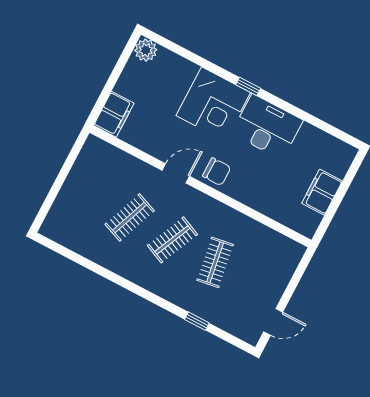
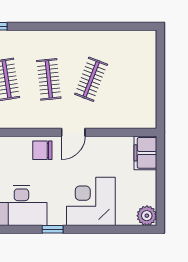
corner desk: (213, 104) -> (91, 201), moved
clothes rail: (172, 240) -> (49, 79), turned -30

